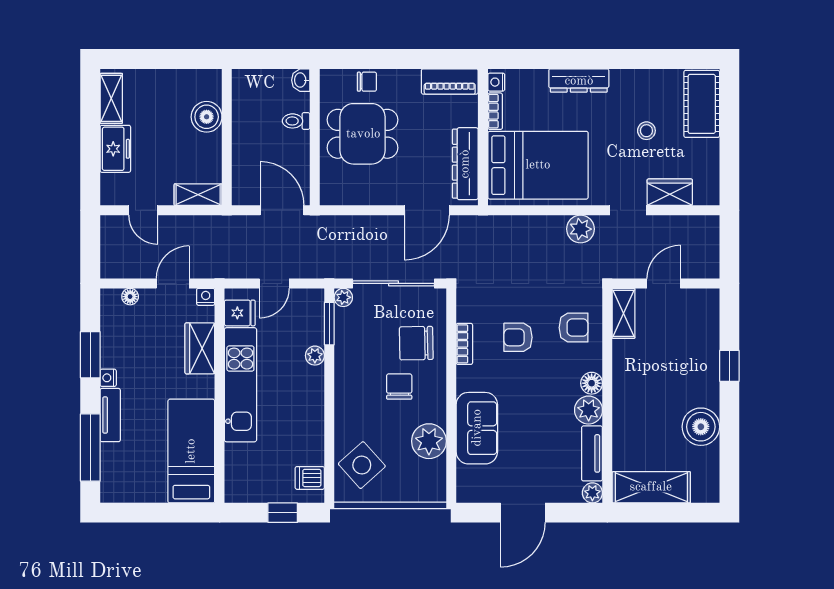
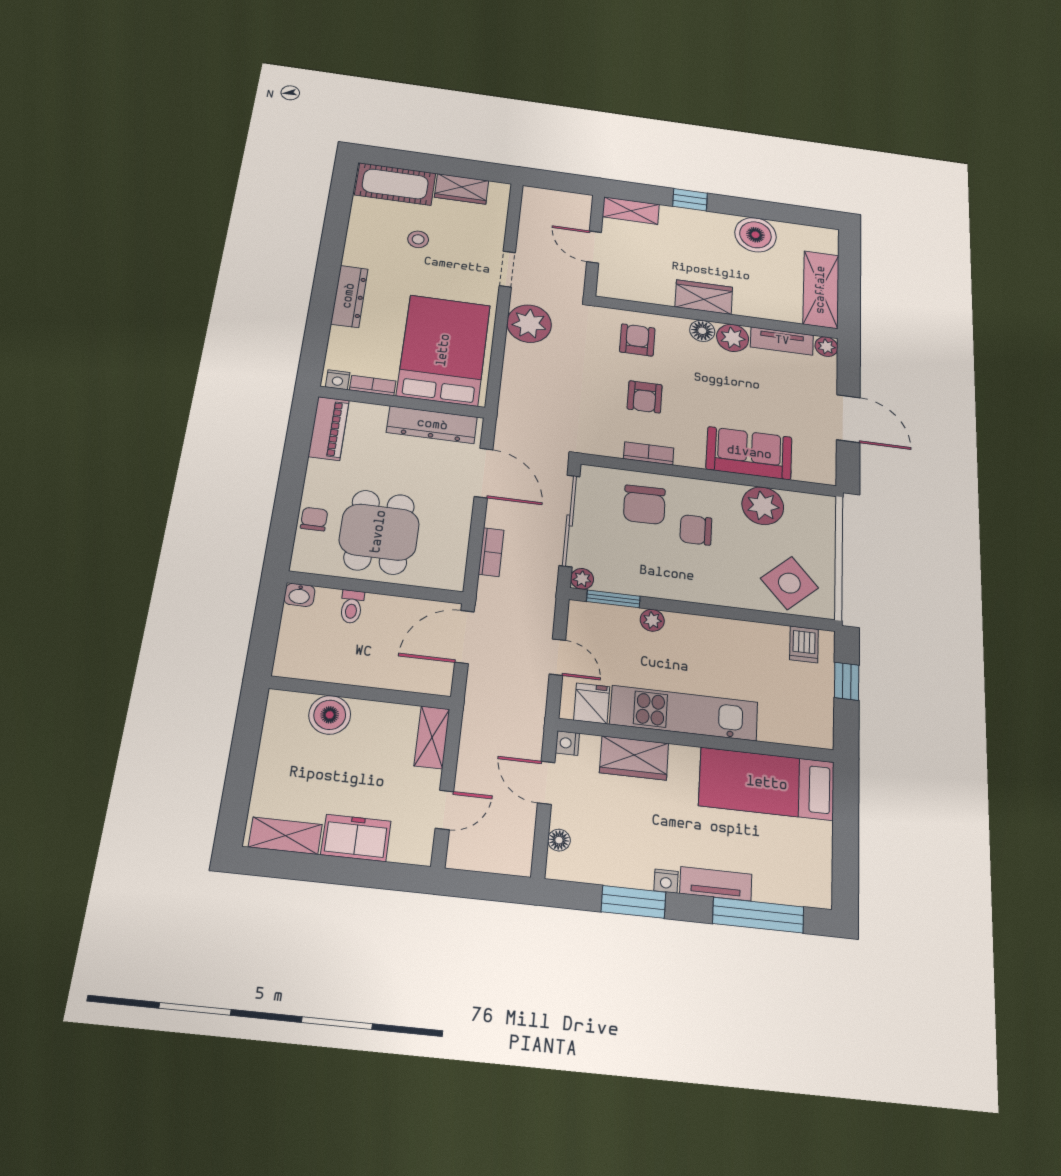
wardrobe: (670, 192) -> (462, 189), moved, turned -90
bookcase: (357, 223) -> (491, 552), added
plant: (580, 229) -> (529, 324), width x1.36, depth x1.36
shelving: (623, 313) -> (631, 211), moved
wardrobe: (627, 383) -> (704, 297), added

